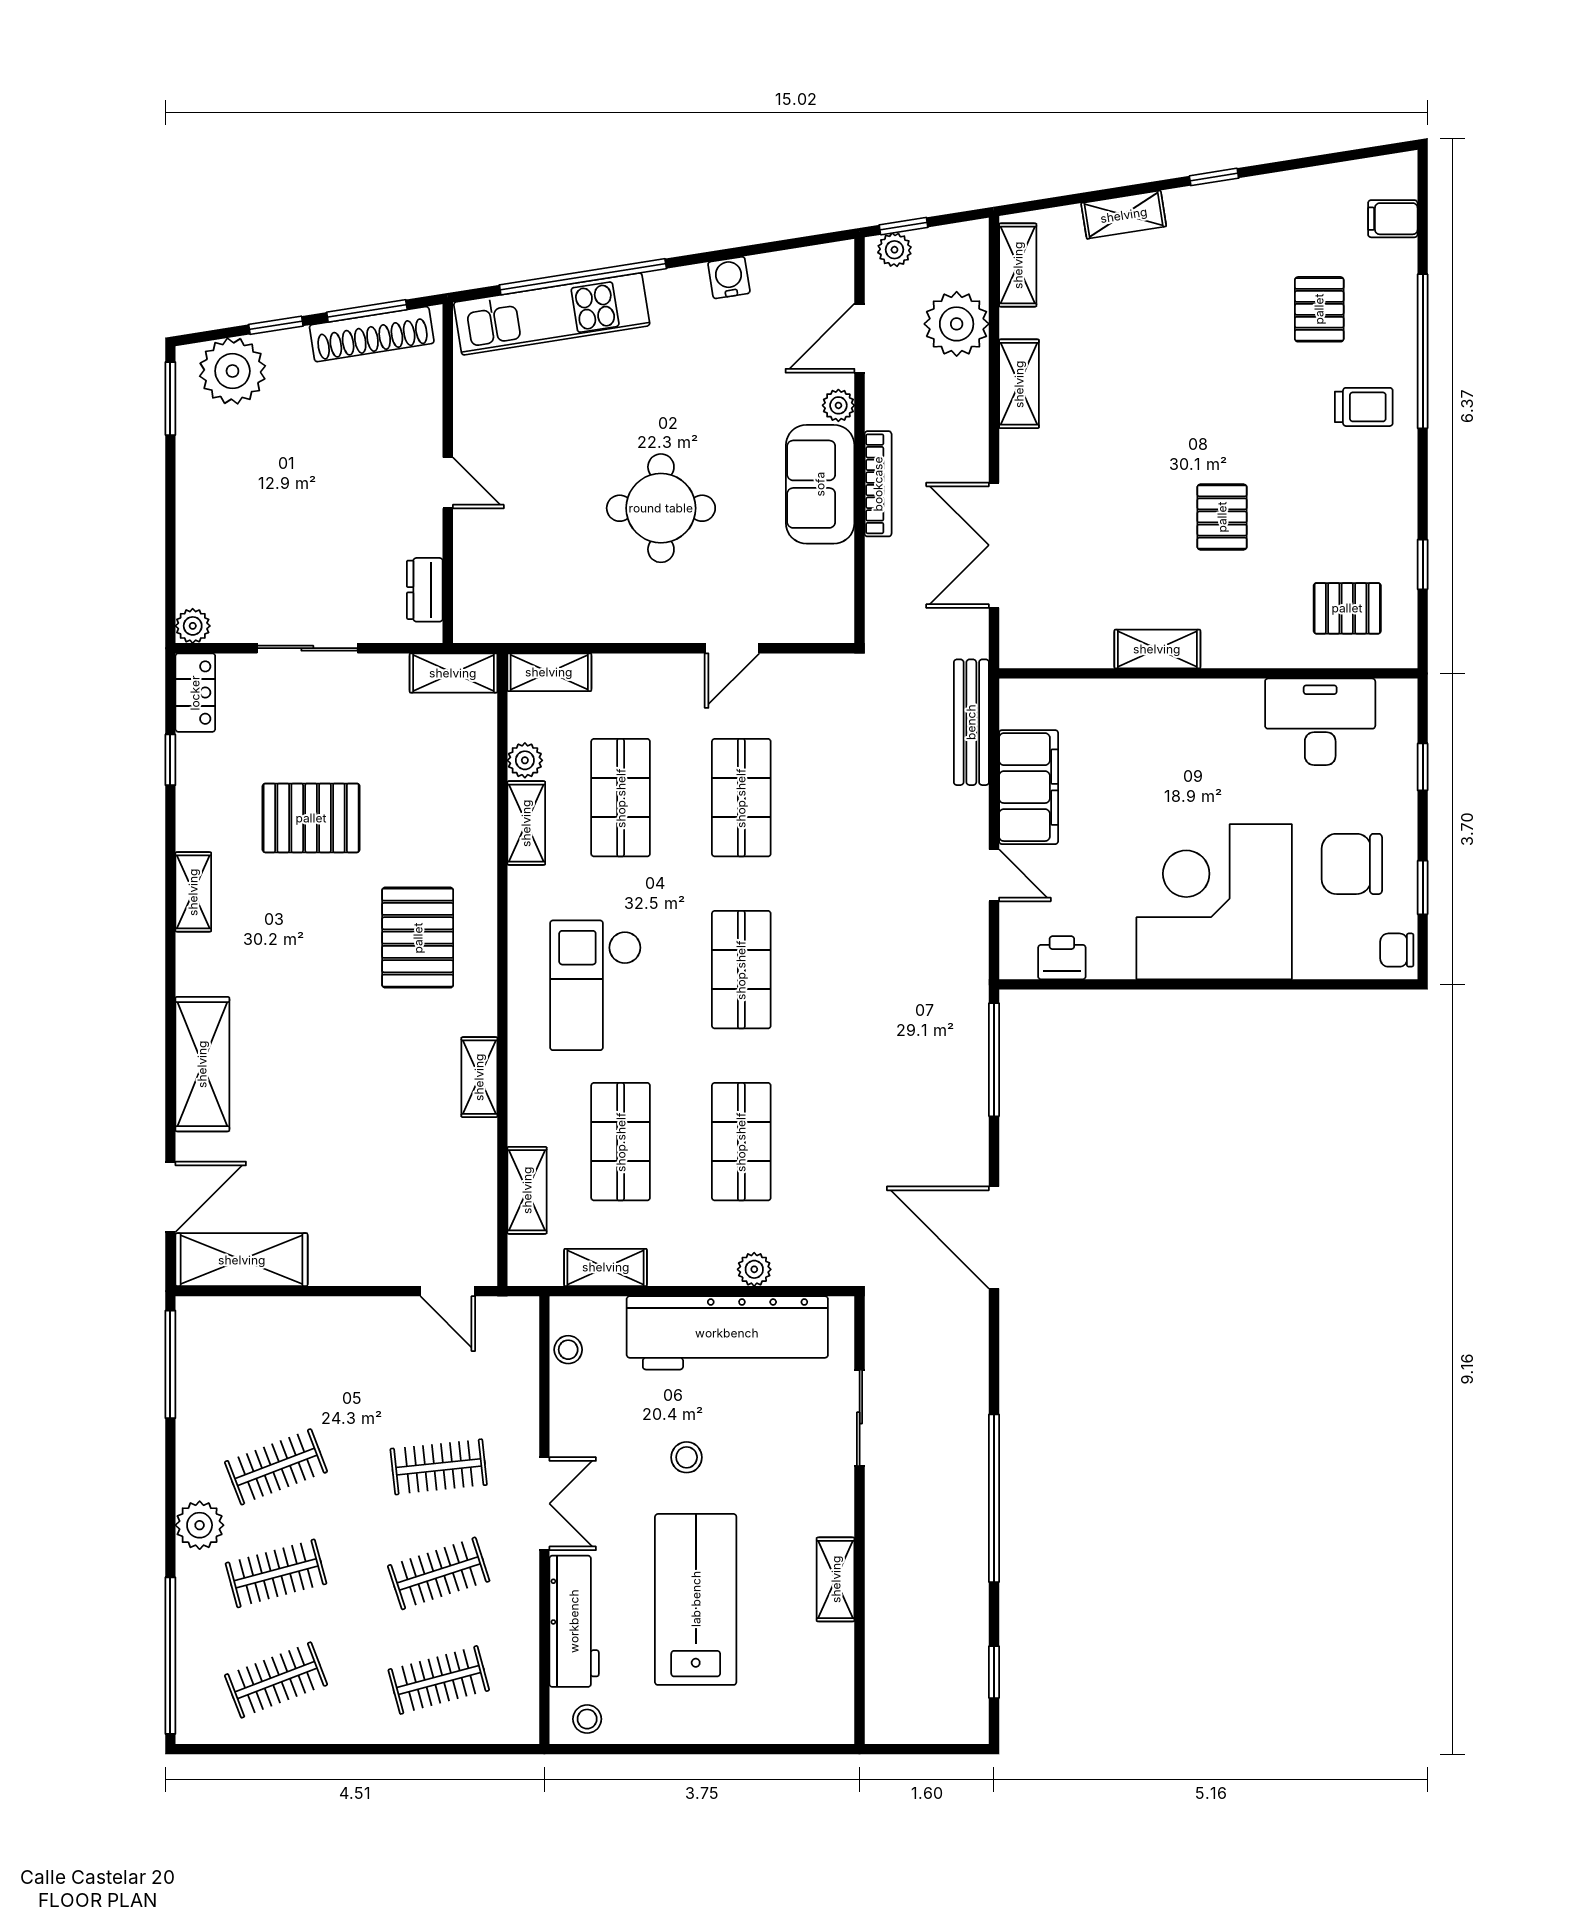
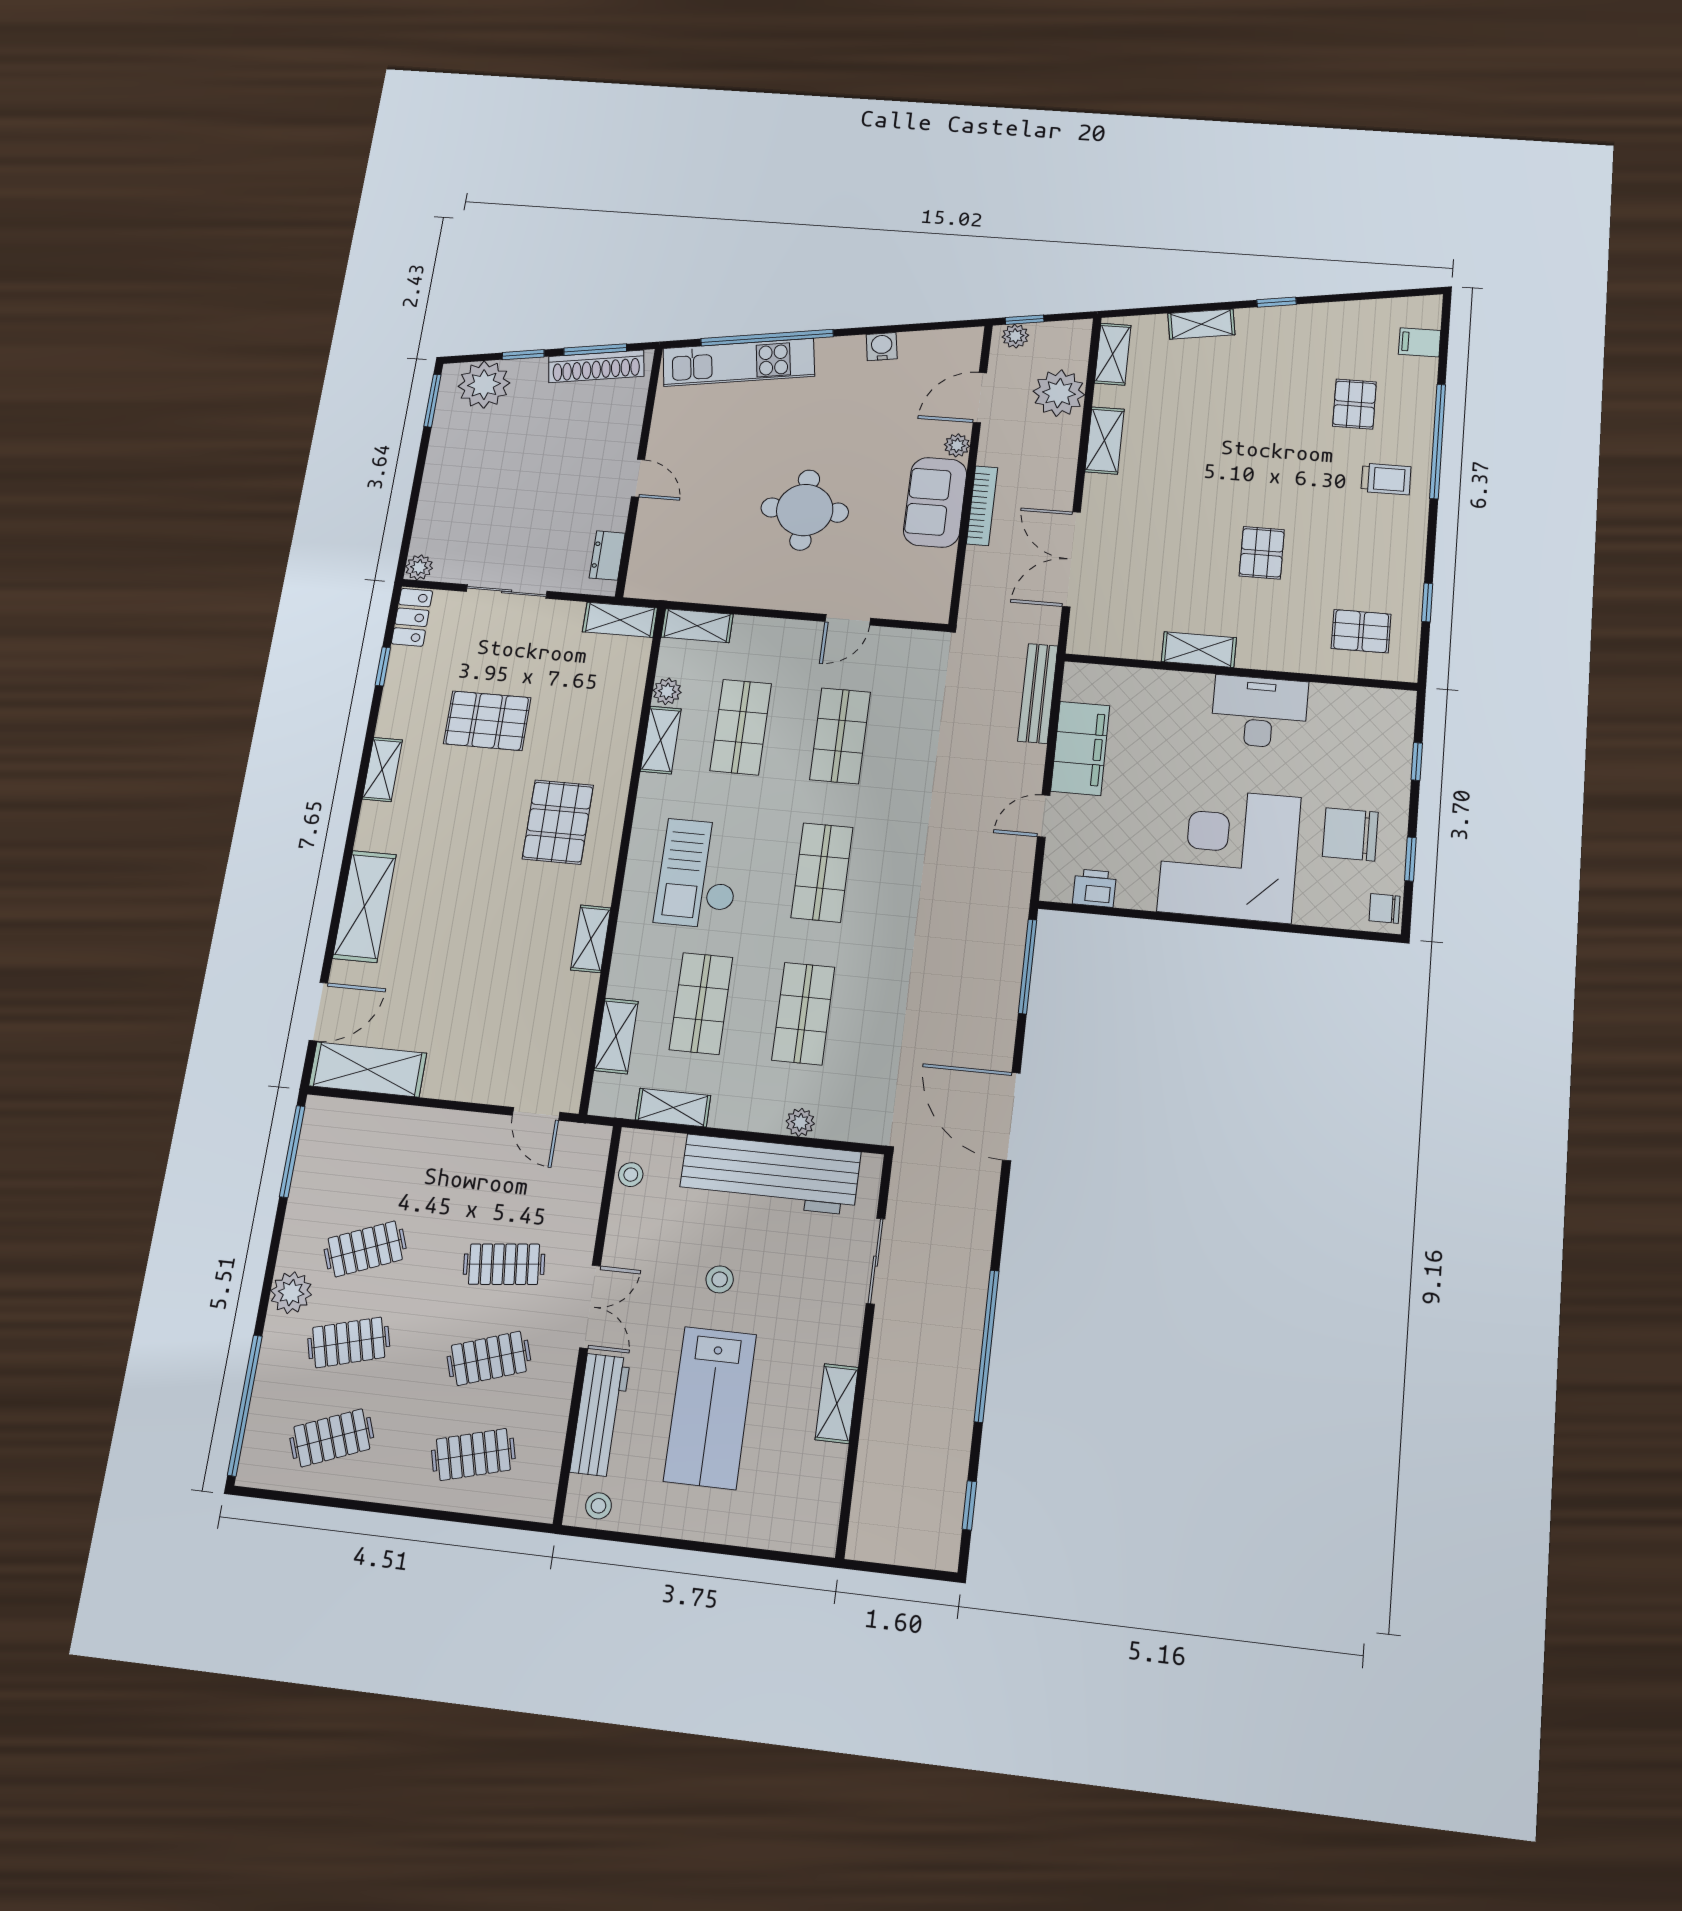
desk: (1320, 722) -> (1259, 712), moved
door: (994, 875) -> (1044, 816), swing flipped
lab bench: (696, 1599) -> (710, 1408), turned 180

